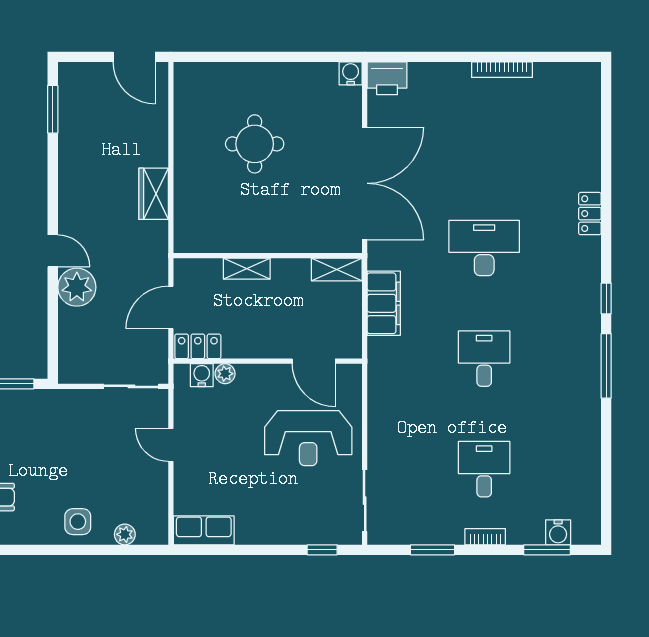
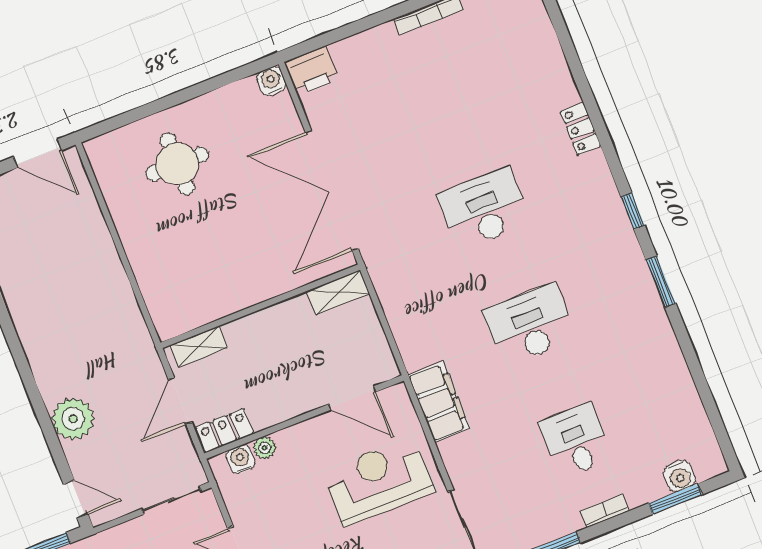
round table: (255, 144) -> (177, 164), moved
double door: (365, 183) -> (332, 191), swing flipped
wardrobe: (154, 194) -> (115, 289), removed
door: (53, 251) -> (76, 499), moved
shelving: (247, 269) -> (199, 346), moved
filing cabinet: (384, 303) -> (439, 402), moved
desk: (484, 359) -> (530, 325), width x1.37
window: (606, 366) -> (661, 282), width x0.69
reception desk: (308, 438) -> (378, 481), turned 180

